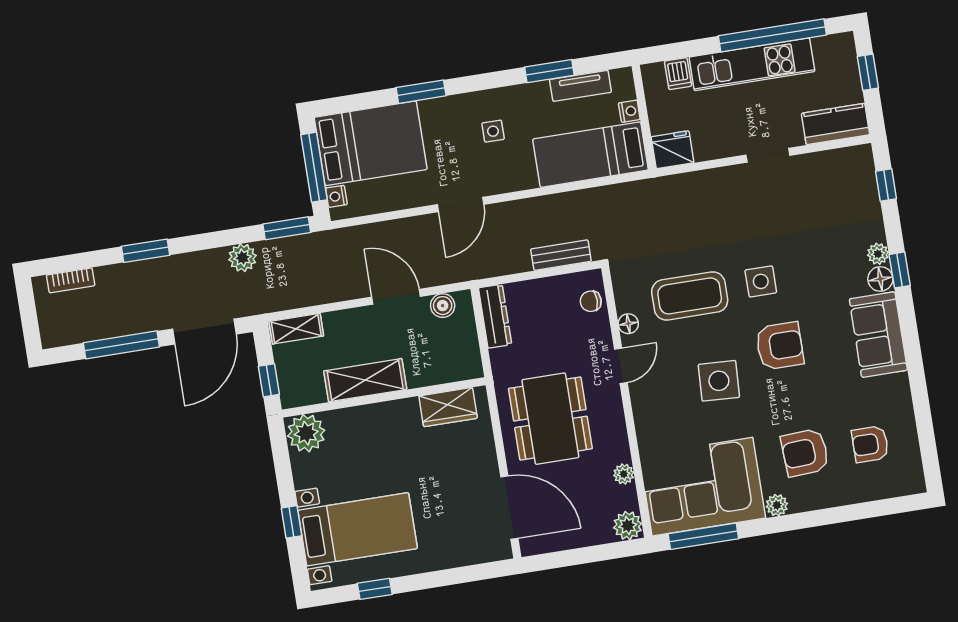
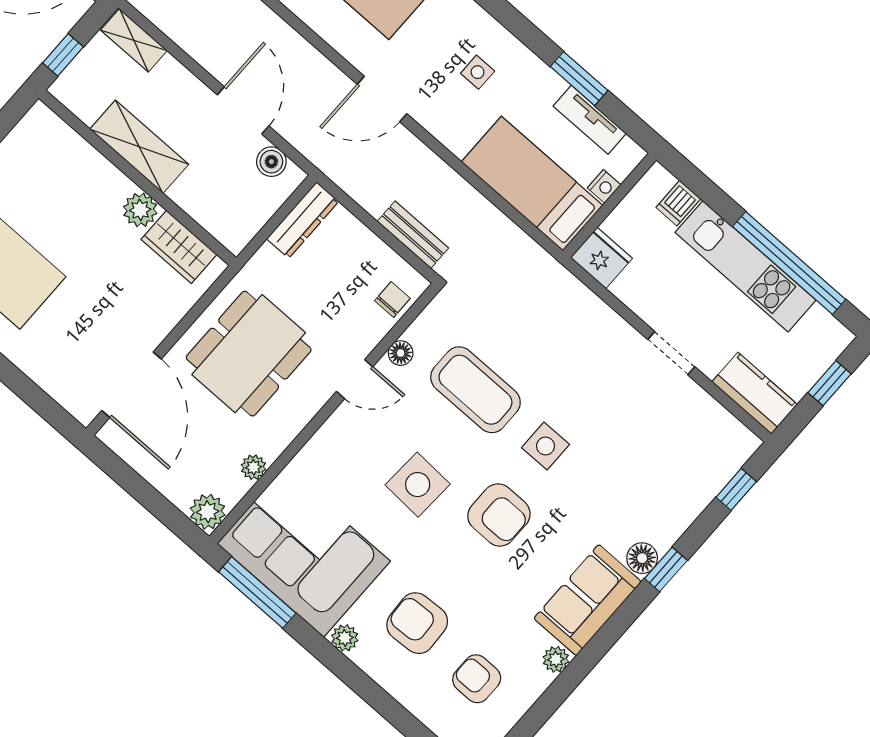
plant: (878, 254) -> (556, 659), moved
chair: (591, 301) -> (392, 299), turned 90
plant: (306, 433) -> (140, 210), moved, width x0.73, depth x0.73

